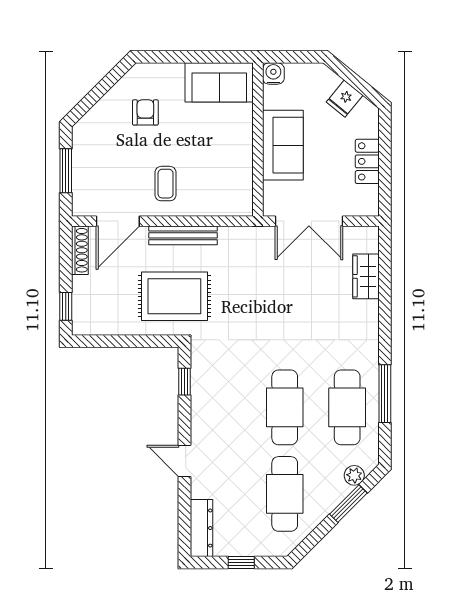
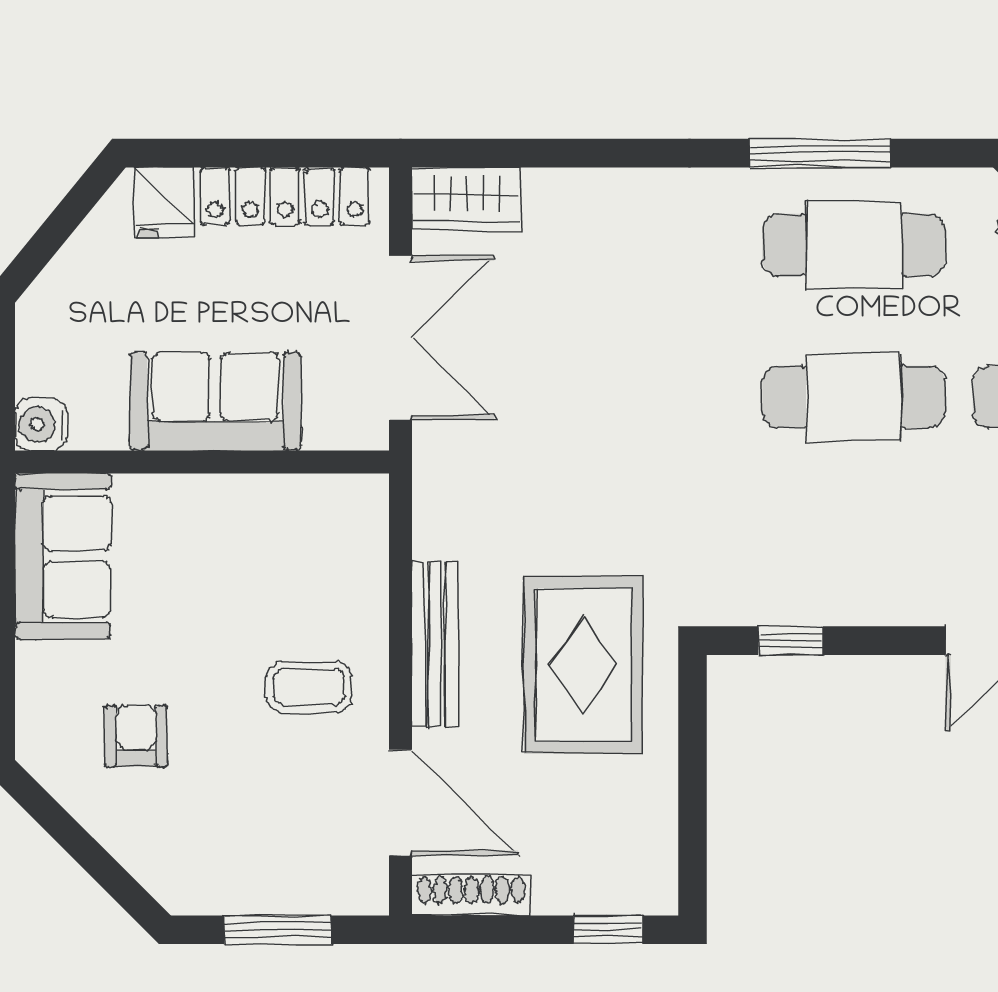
fridge: (345, 99) -> (164, 202), moved, turned 51
armchair: (145, 112) -> (136, 736), turned 90
locker: (367, 161) -> (285, 196), width x1.53
wardrobe: (366, 276) -> (467, 199), moved

